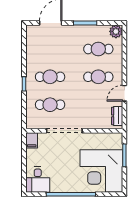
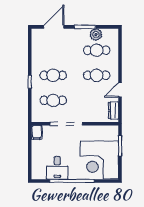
plant: (116, 31) -> (96, 35), moved
desk: (38, 180) -> (57, 168), moved

